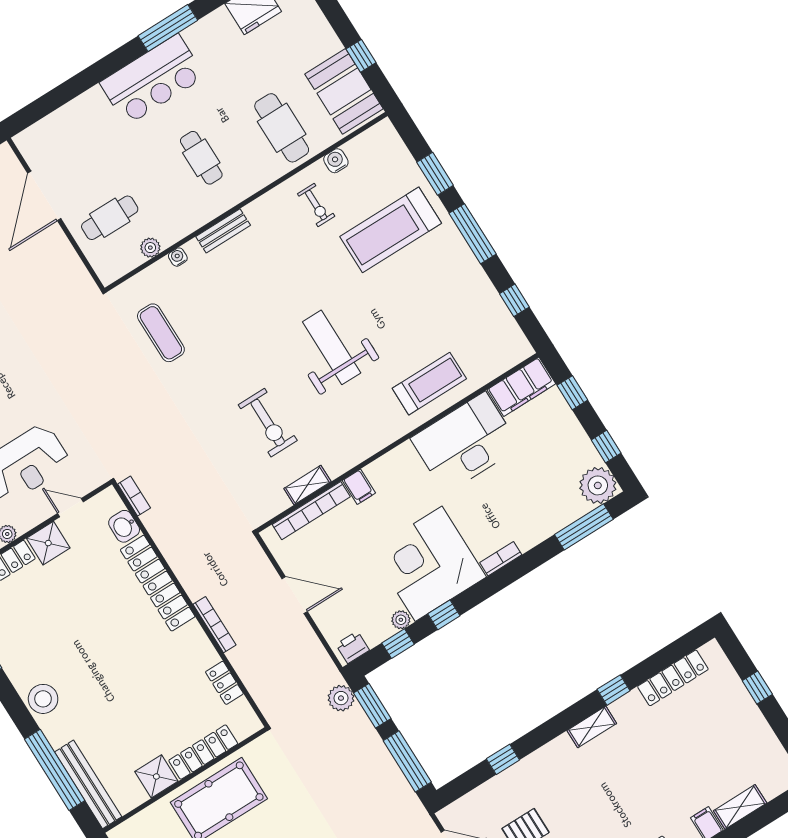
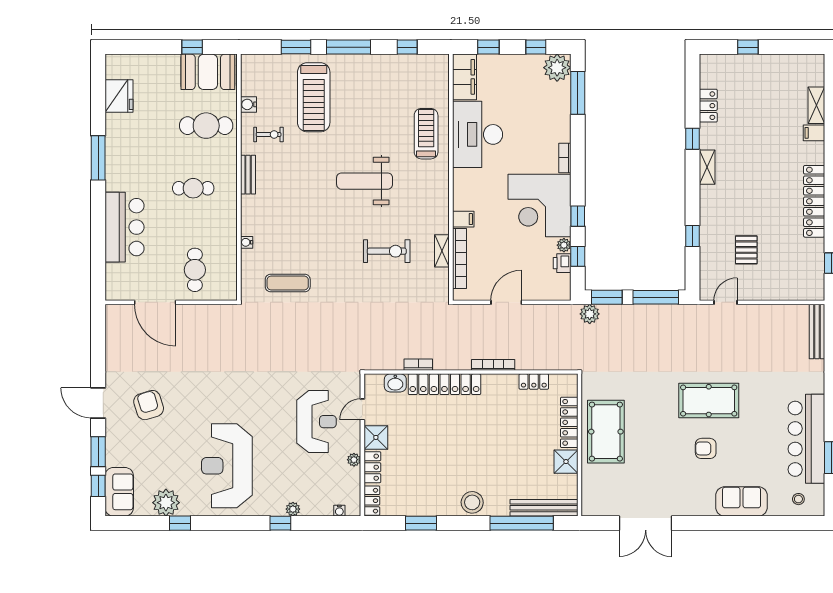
bar counter: (152, 80) -> (124, 227), moved
bench: (223, 231) -> (248, 175), moved
plant: (150, 248) -> (230, 256), removed
bookcase: (134, 496) -> (418, 365), moved
printer: (353, 647) -> (562, 263), moved
locker: (673, 678) -> (708, 106), width x0.66

